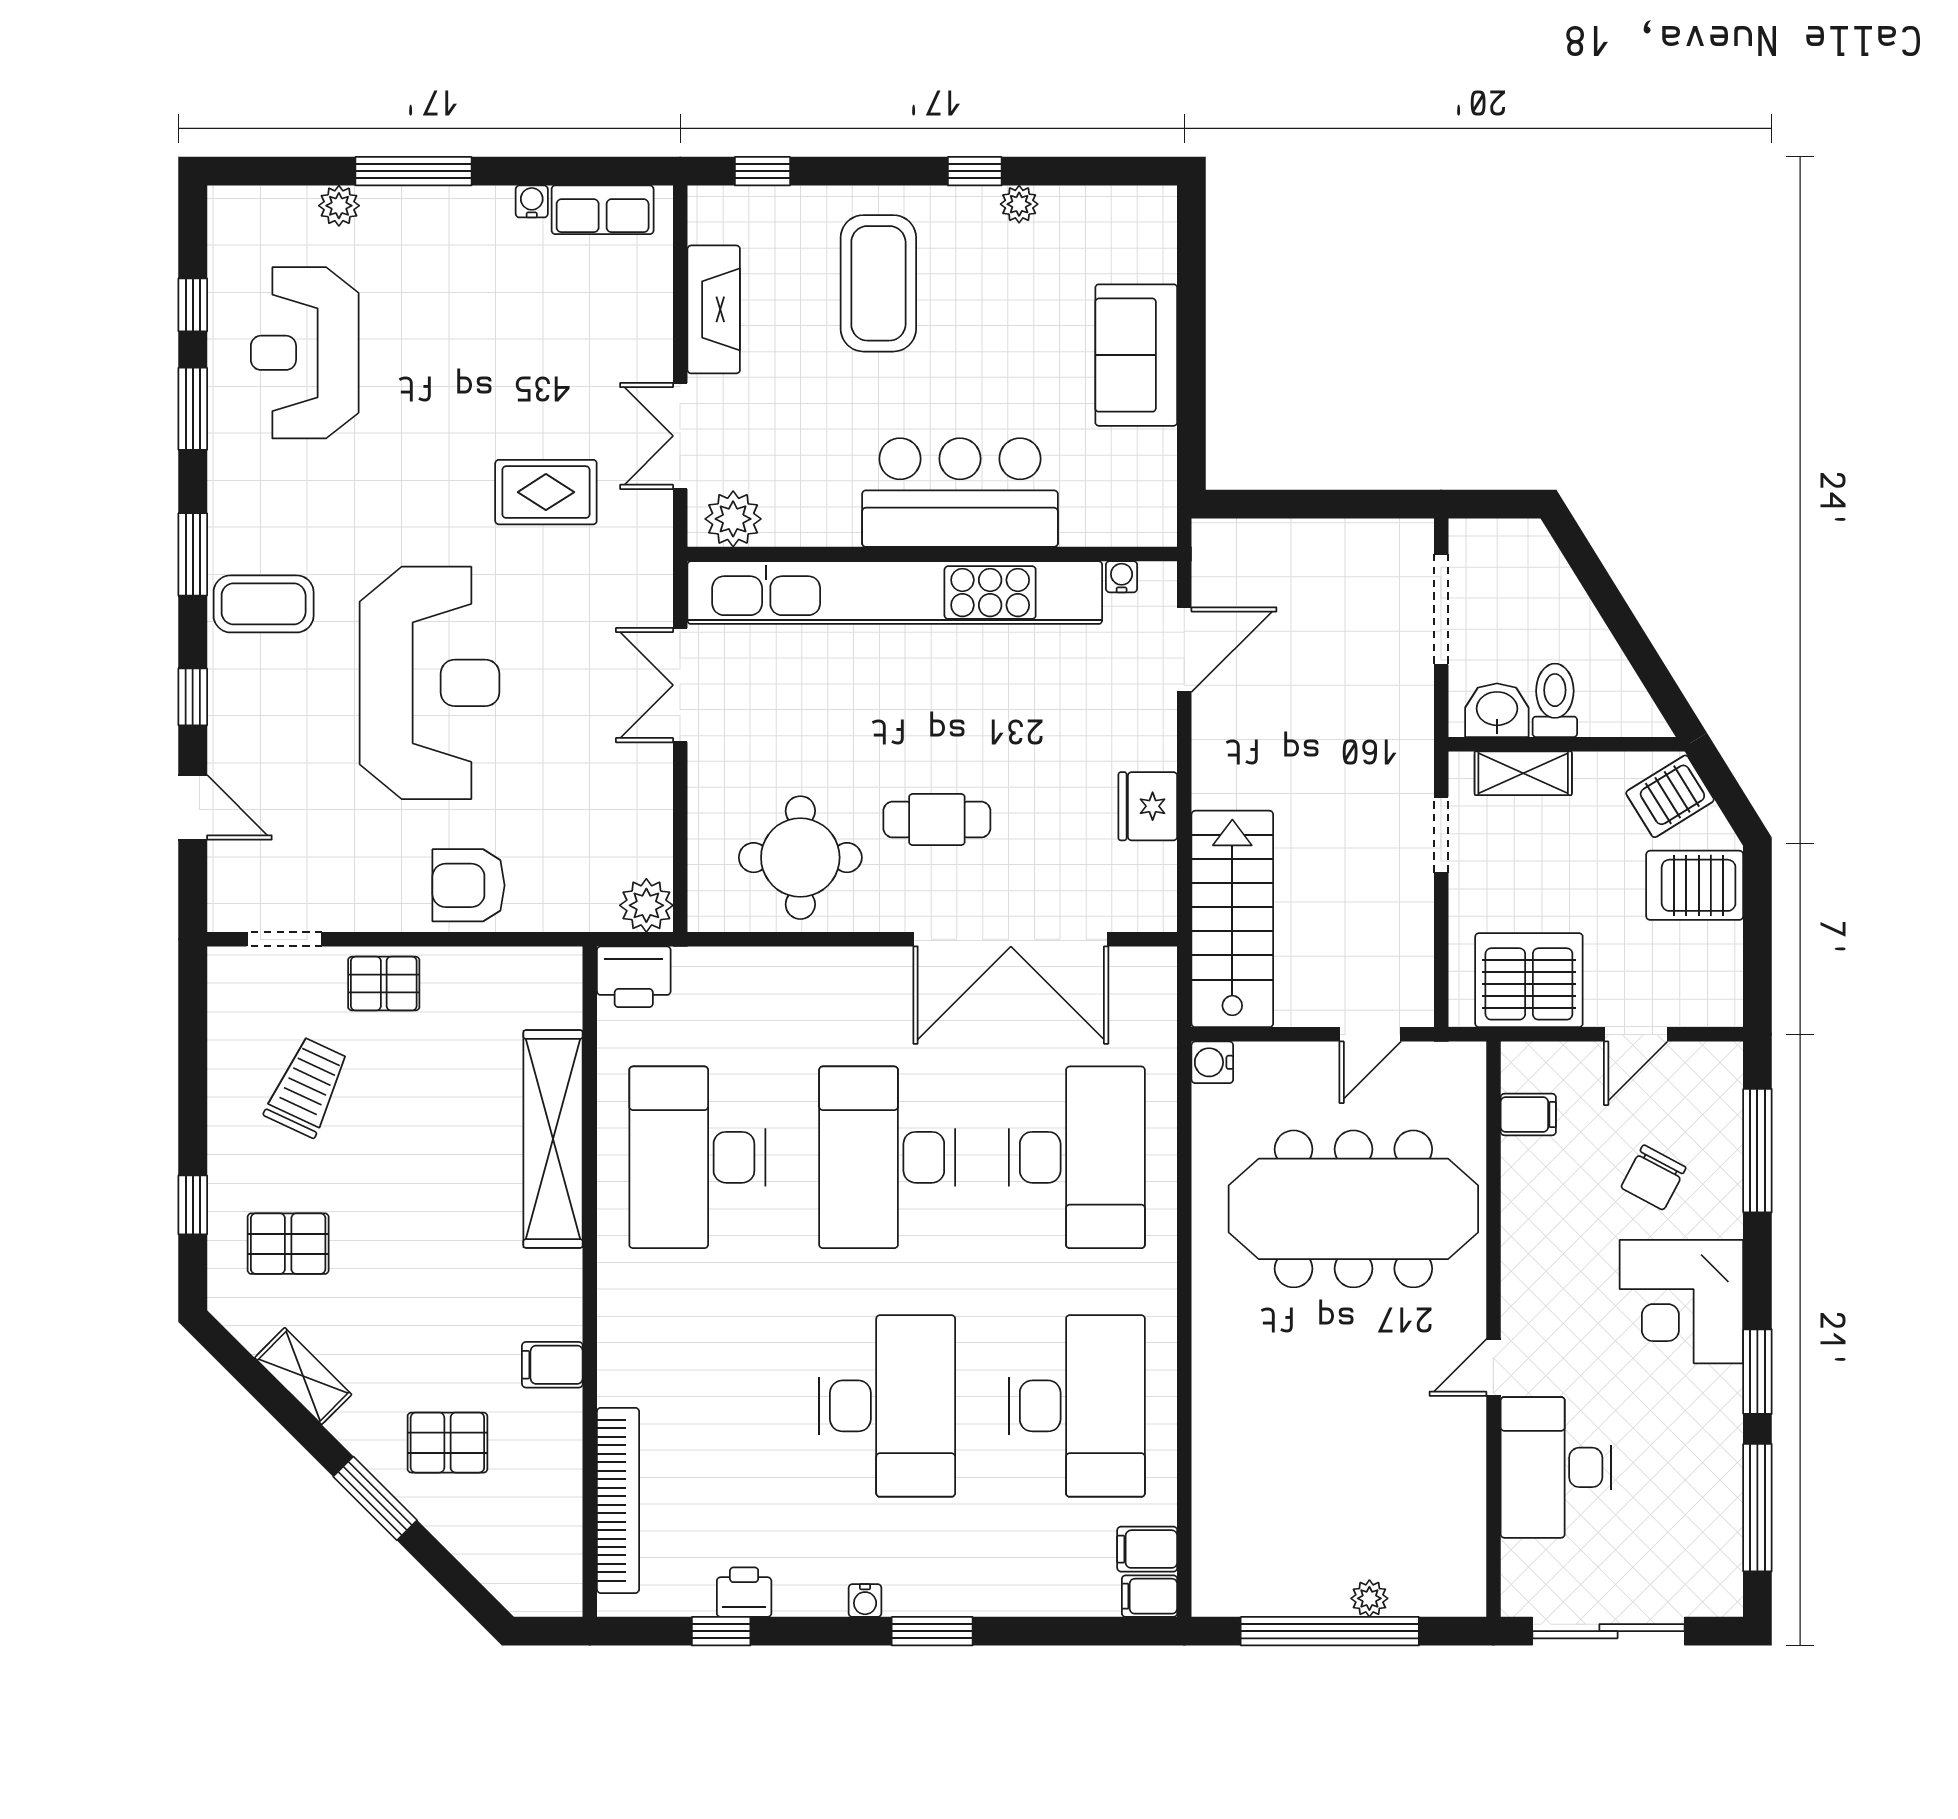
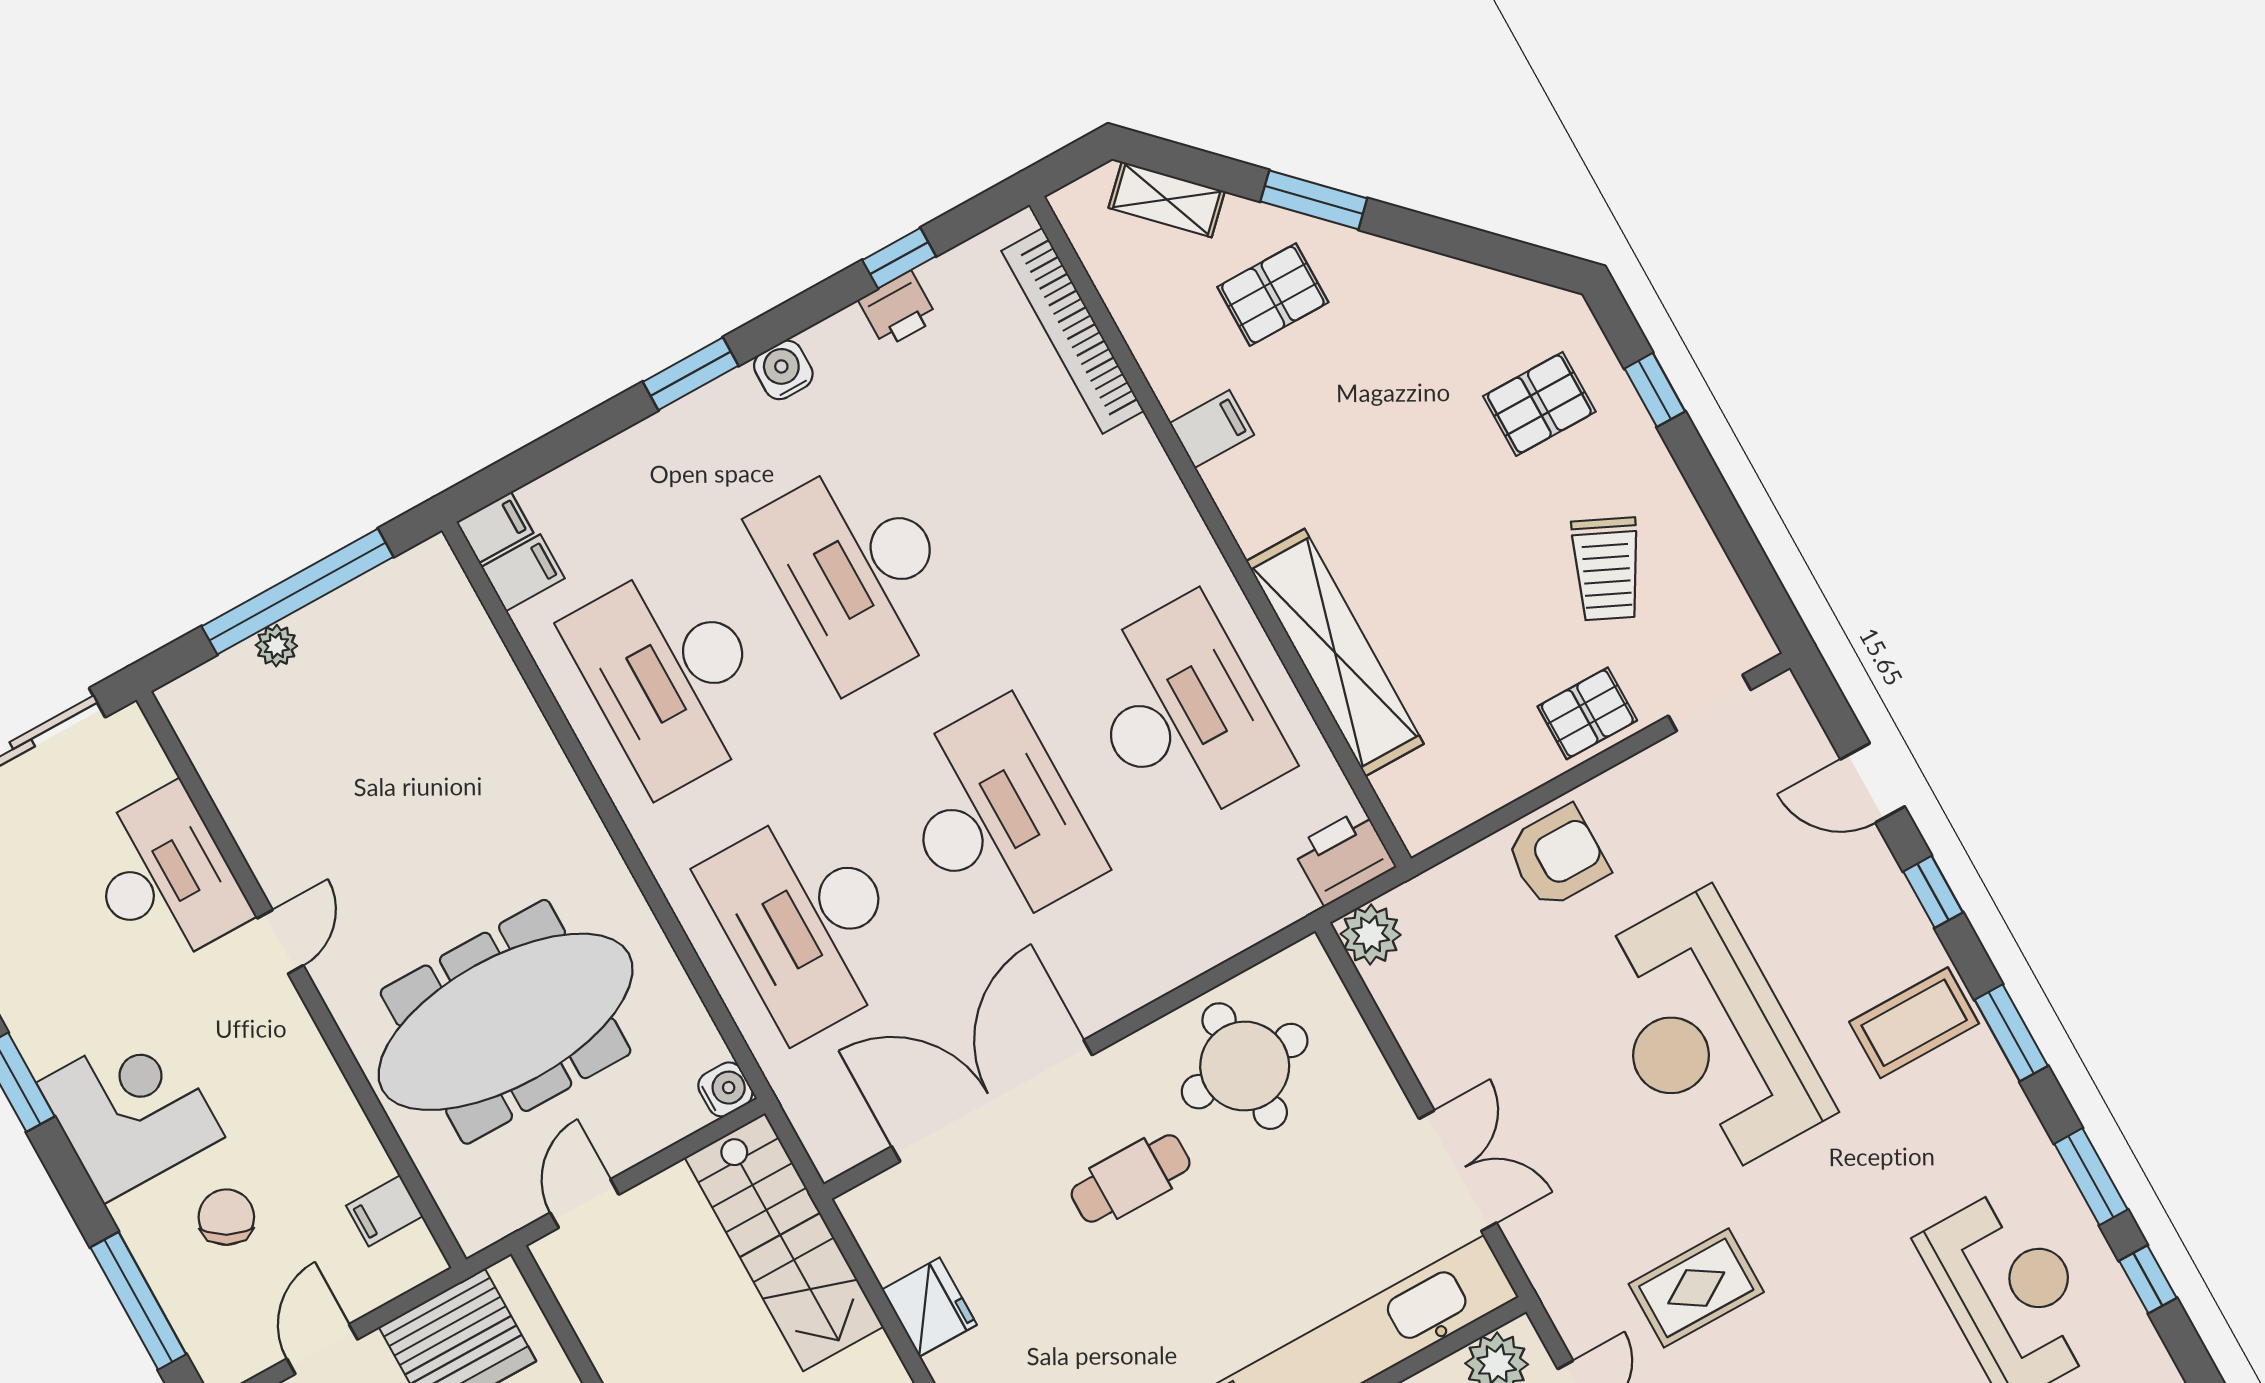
shelving: (303, 1376) -> (1167, 199), moved
water cooler: (865, 1601) -> (783, 370), width x1.38, depth x1.38

